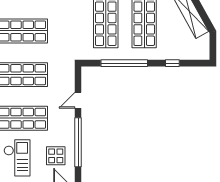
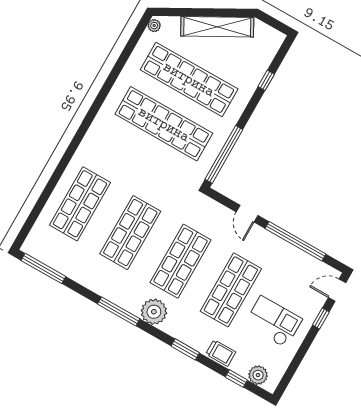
window: (124, 63) -> (224, 154), moved
display table: (56, 156) -> (296, 276), removed

